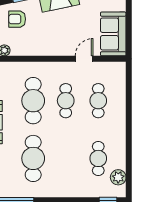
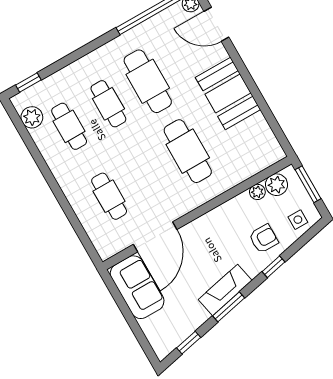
door: (84, 59) -> (155, 237), width x1.88
cafe table: (66, 101) -> (108, 104), moved

